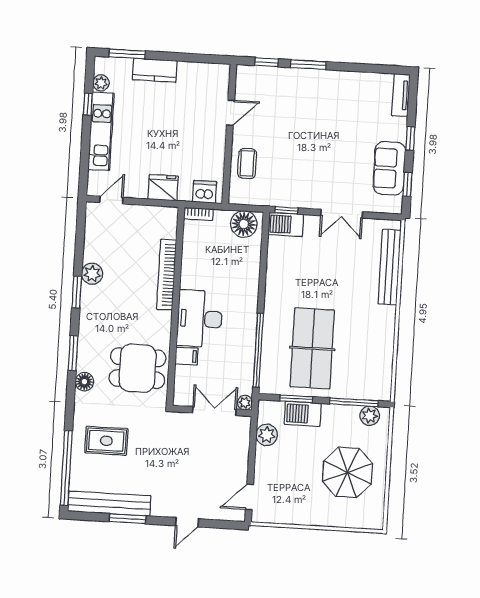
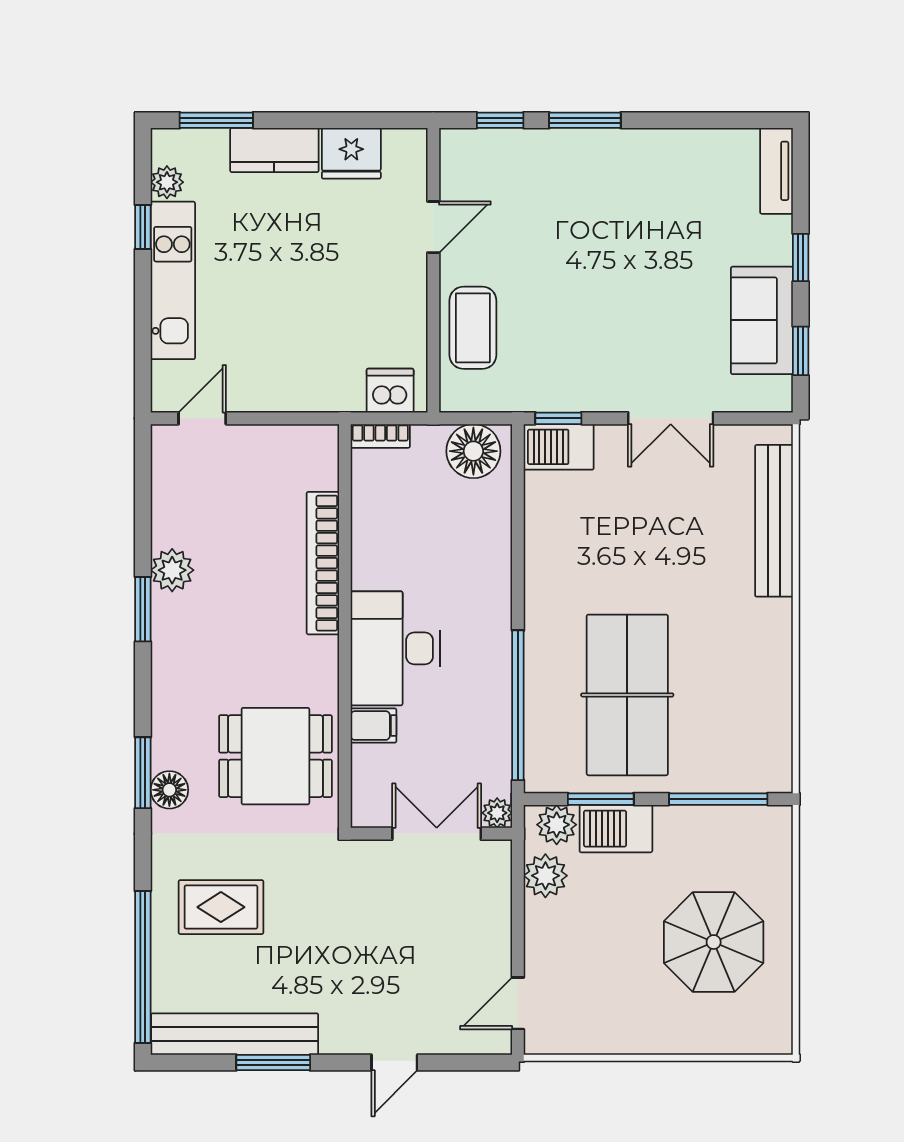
coffee table: (247, 163) -> (473, 328), width x1.36, depth x1.30
fridge: (163, 188) -> (351, 153), moved, turned 180
window: (73, 353) -> (143, 773), moved
plant: (370, 416) -> (557, 825), moved

